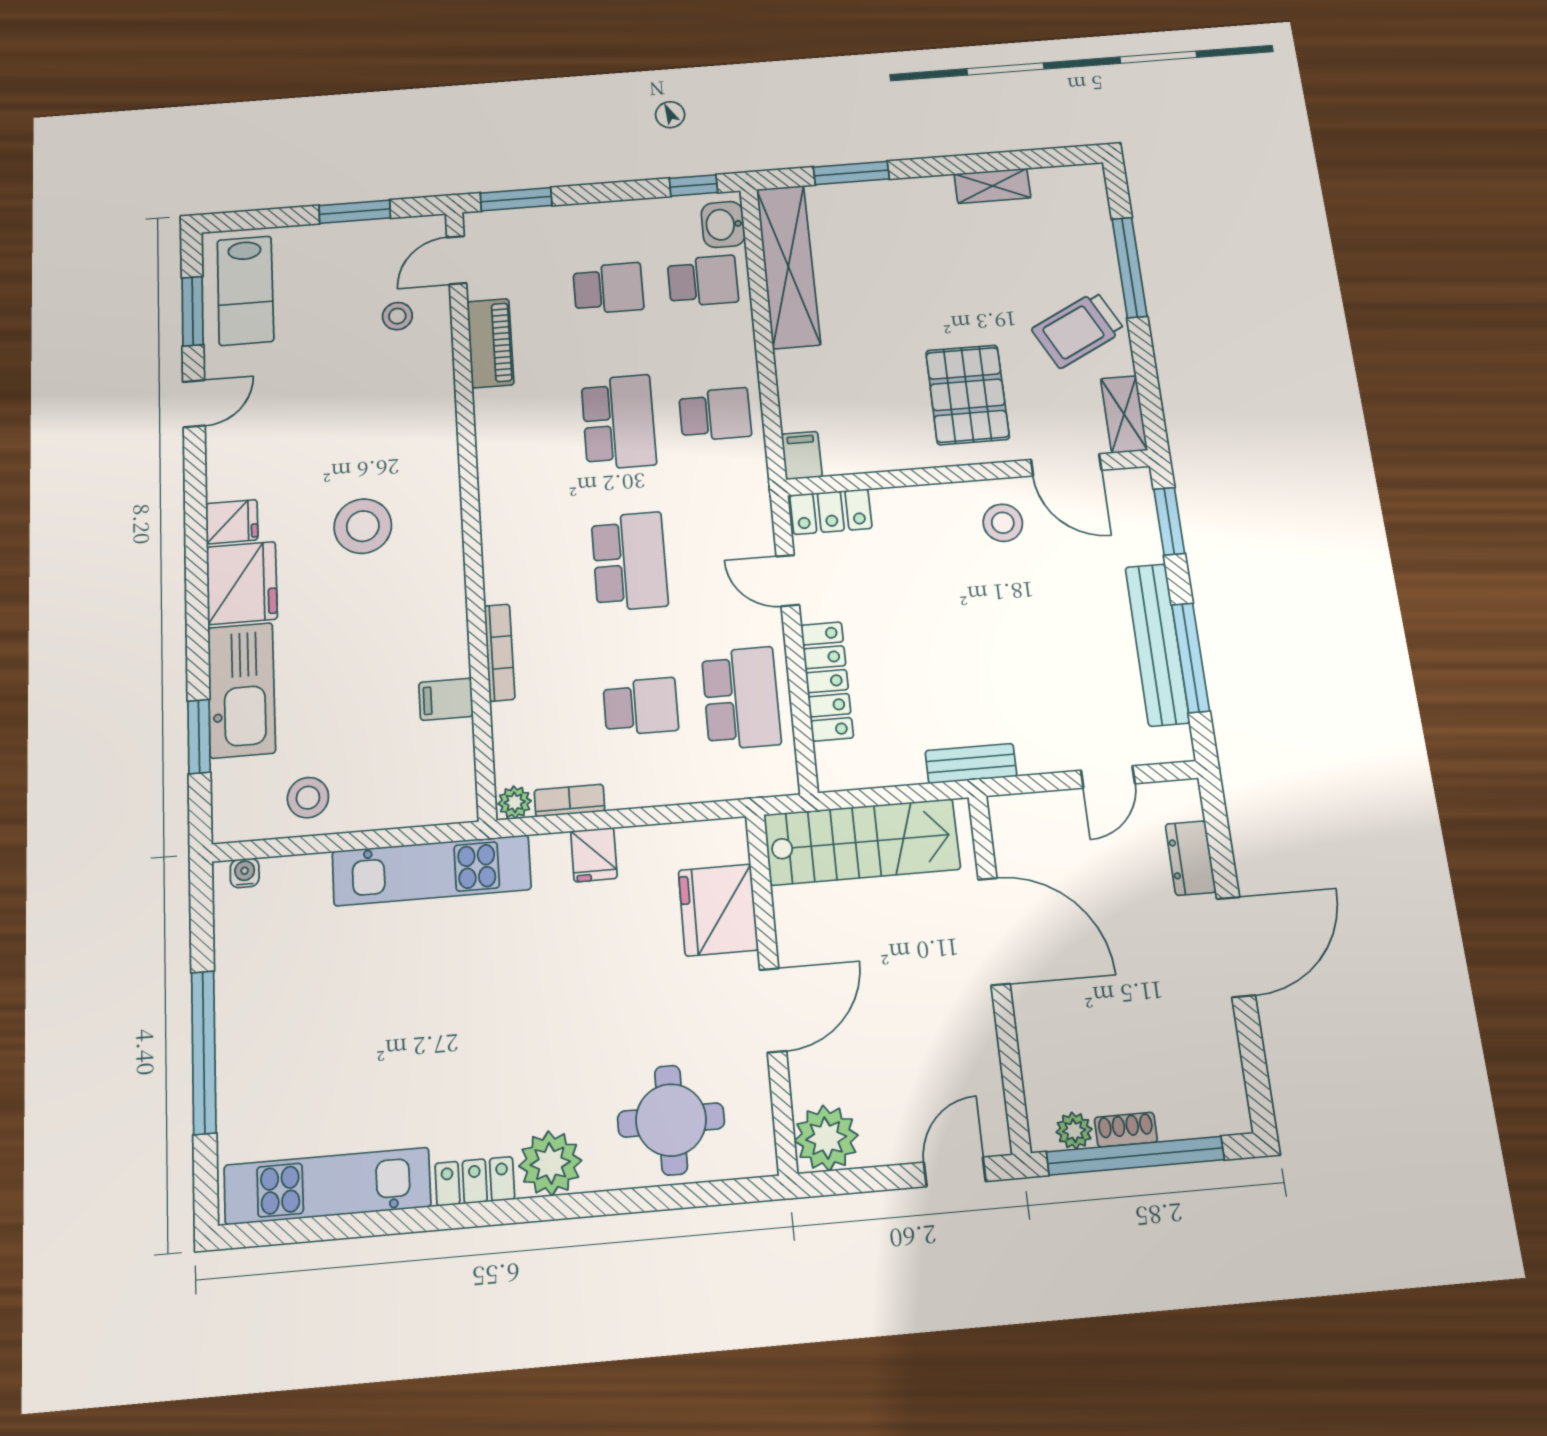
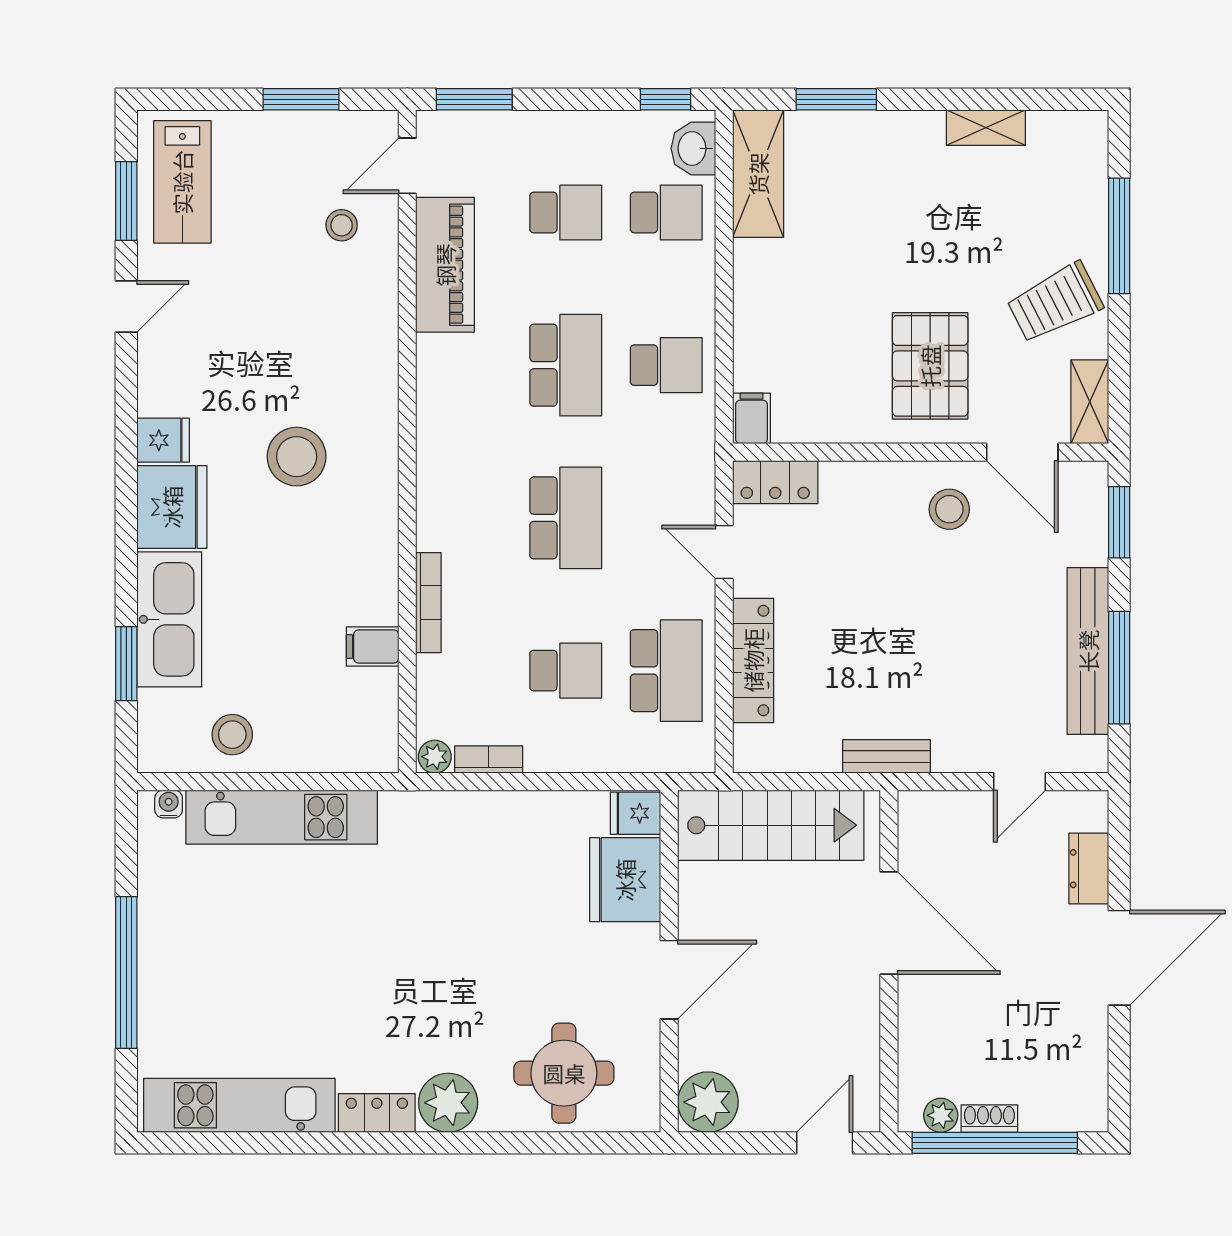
shelving: (788, 266) -> (758, 174), width x0.68
piano: (490, 343) -> (445, 265), width x1.37, depth x1.33
fridge: (594, 855) -> (636, 813), moved, turned 90
kitchen unit: (432, 870) -> (282, 817), moved

